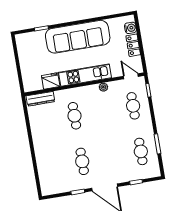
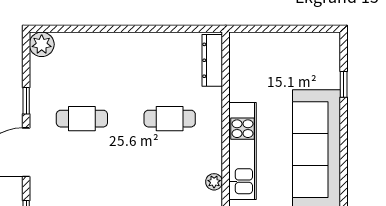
fridge: (51, 81) -> (242, 85), removed
plant: (47, 189) -> (42, 44), added

